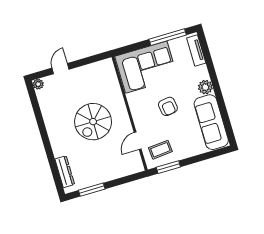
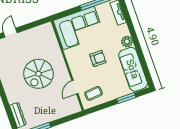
armchair: (168, 106) -> (98, 59), turned -82
window: (168, 167) -> (126, 98), moved

